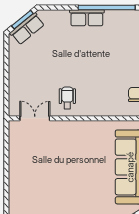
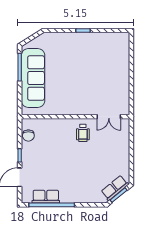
row of seats: (87, 18) -> (46, 197), moved

